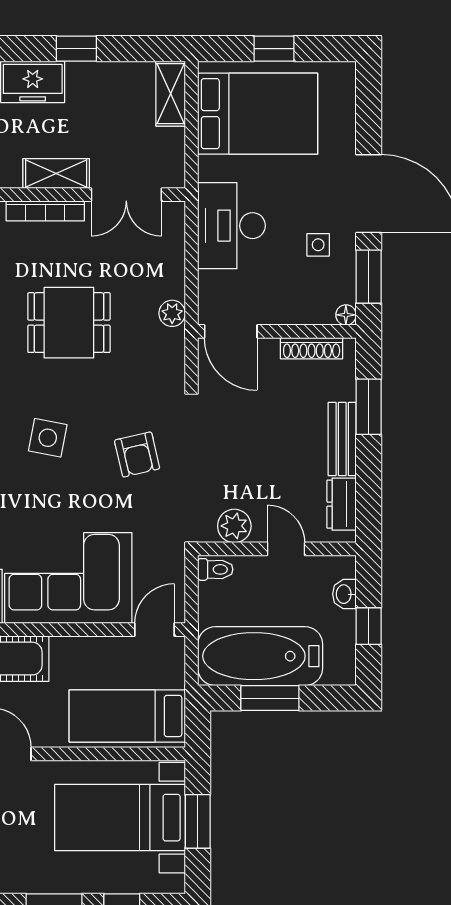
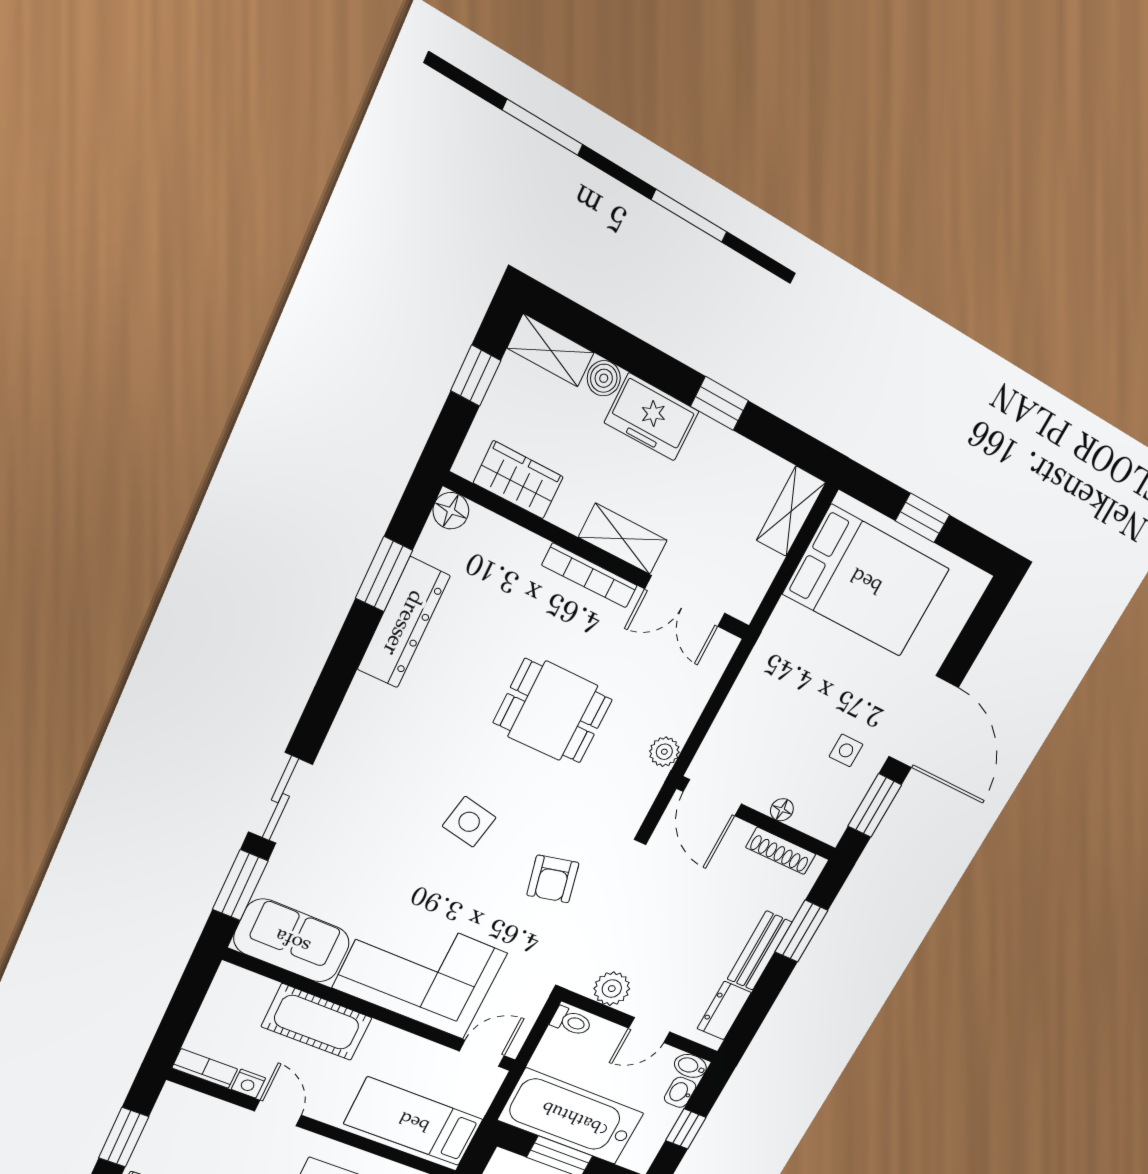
desk: (232, 226) -> (773, 689), removed
floor lamp: (346, 315) -> (782, 810), moved
door: (286, 549) -> (649, 1030), swing flipped
bidet: (340, 566) -> (690, 1066), added

